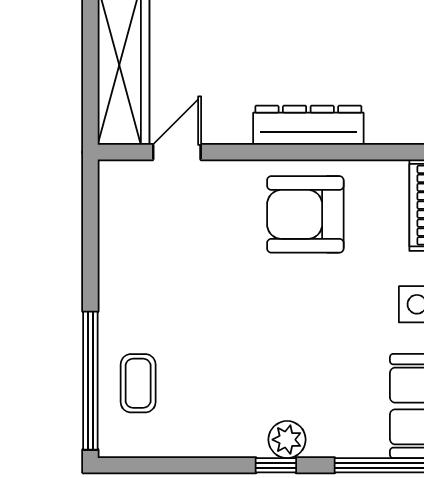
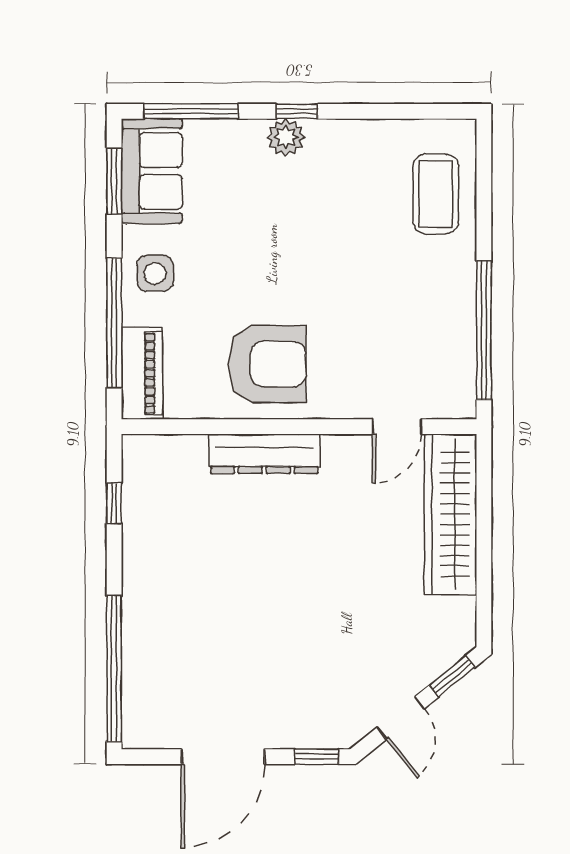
window: (90, 381) -> (484, 330), moved
coffee table: (138, 383) -> (436, 194), width x1.36, depth x1.30

